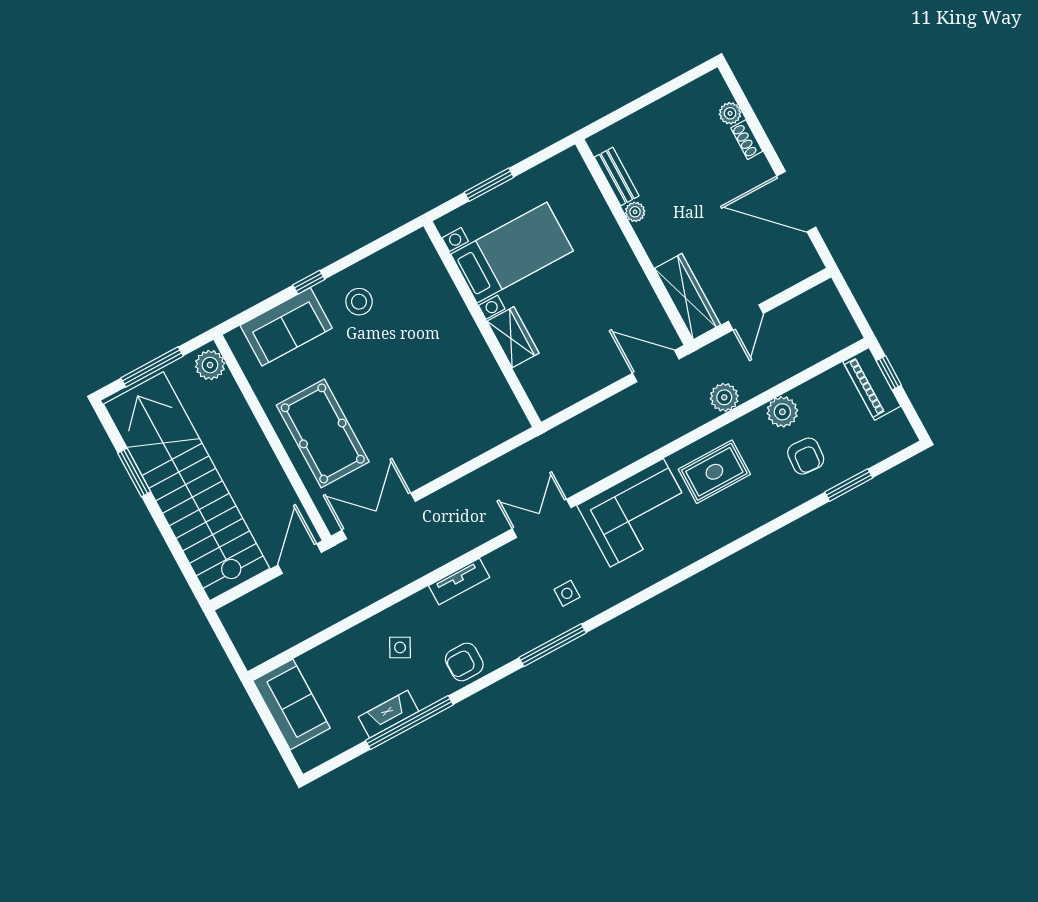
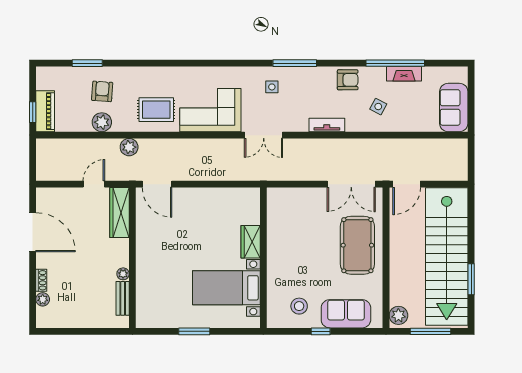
bed with nightstands: (512, 253) -> (226, 288), moved
wall: (482, 324) -> (263, 258), moved
wardrobe: (513, 337) -> (251, 242), moved

